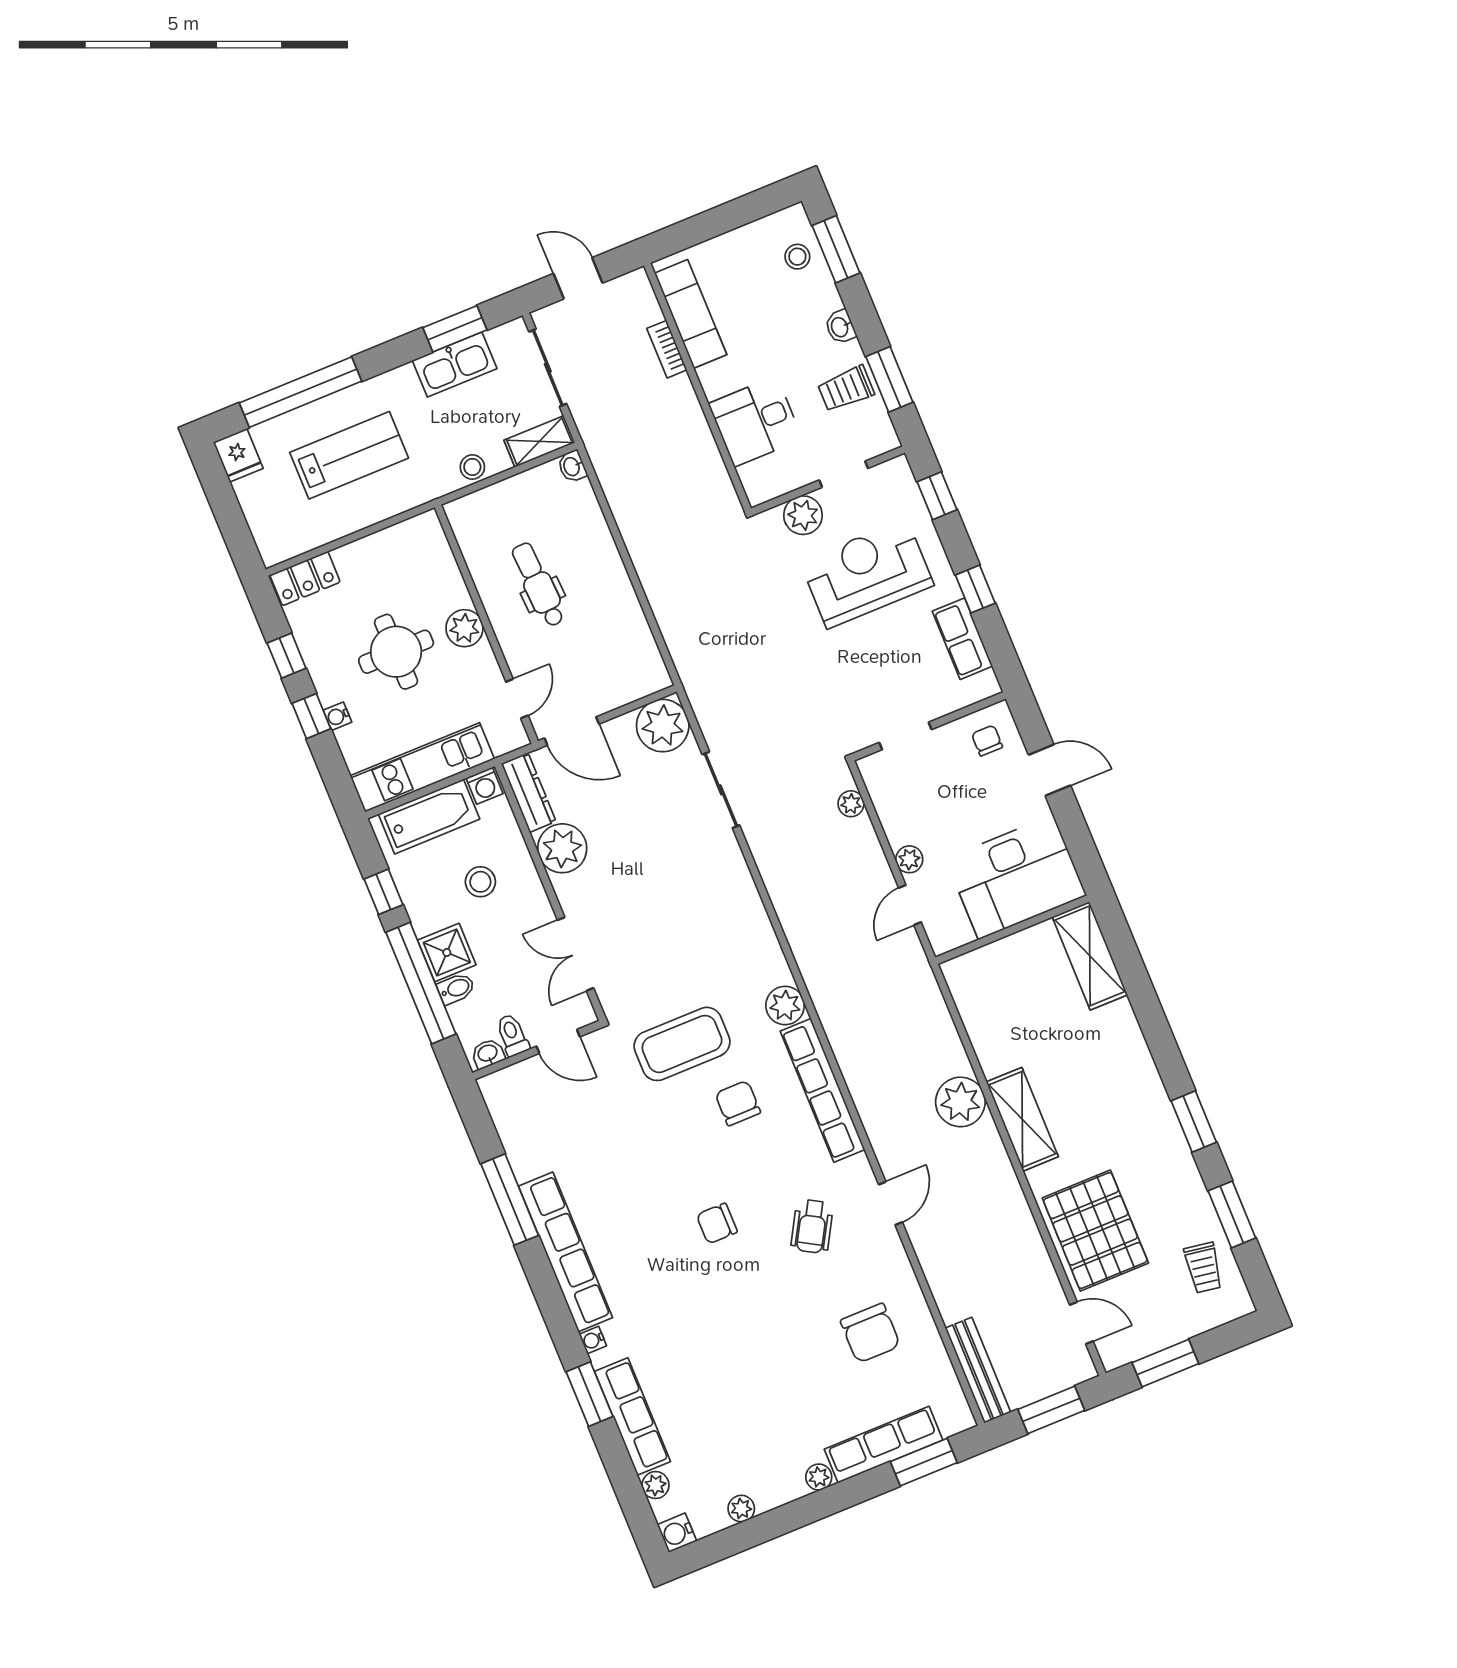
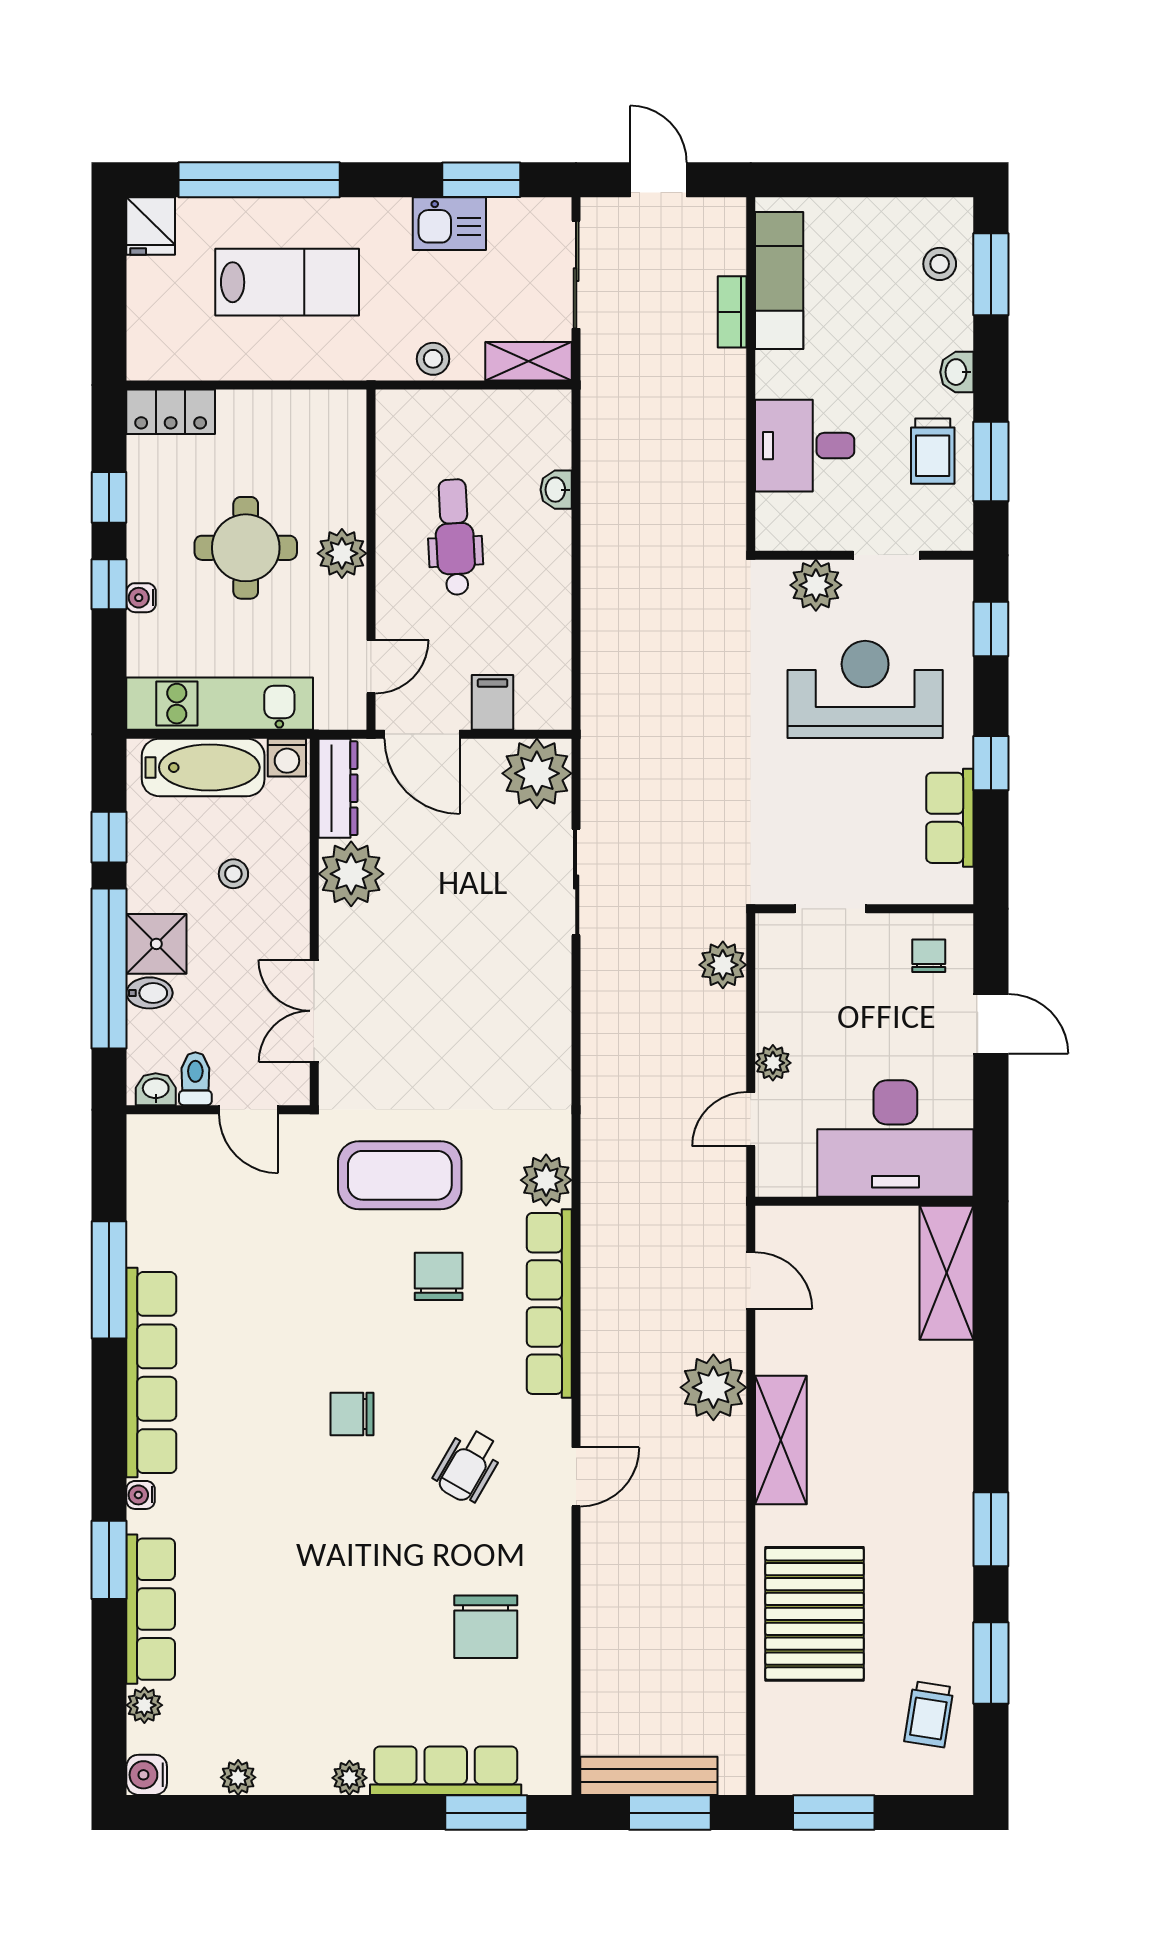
kitchen sink: (455, 365) -> (449, 224), width x0.73
trolley: (846, 389) -> (933, 451), turned -90
washbasin: (572, 466) -> (556, 490), moved
filing cabinet: (612, 689) -> (493, 702), added
plant: (851, 804) -> (723, 965), width x1.38, depth x1.38
stool: (480, 882) -> (233, 874), width x0.73, depth x0.73
door: (1081, 1323) -> (751, 1281), moved
bench: (978, 1370) -> (649, 1776), moved, turned 90

